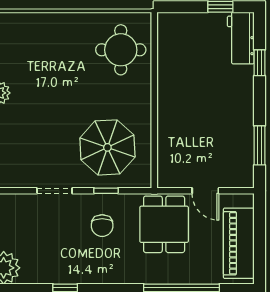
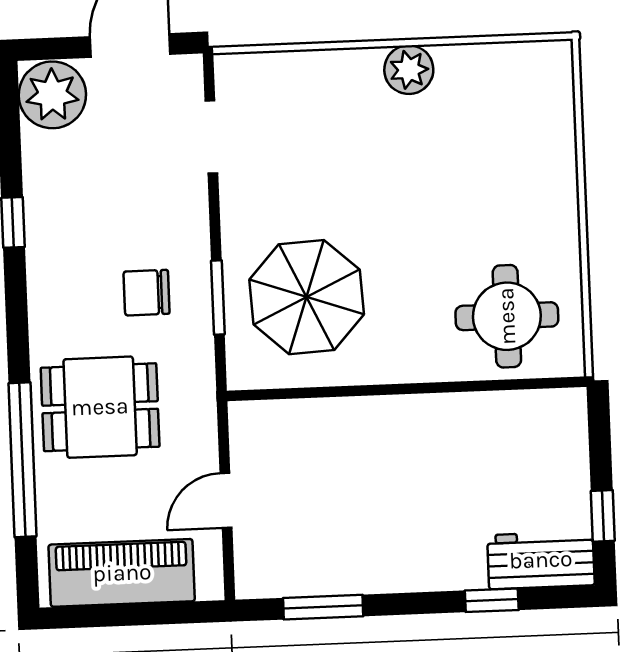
doorway: (55, 191) -> (211, 137), moved
window: (106, 191) -> (218, 298), width x1.50
dining table: (164, 224) -> (100, 407), moved

